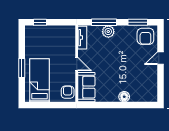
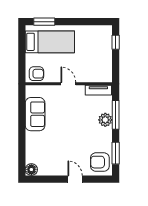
door: (77, 64) -> (68, 84), swing flipped
window: (22, 68) -> (44, 22), moved
sofa: (86, 87) -> (35, 114), moved, turned -90
floor lamp: (124, 97) -> (31, 170), moved

